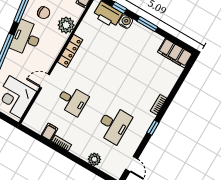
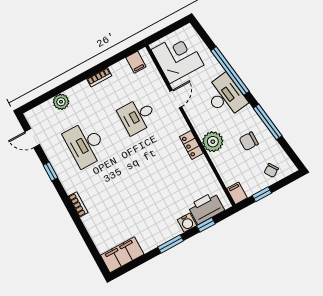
plant: (66, 25) -> (213, 142), moved
desk: (26, 38) -> (225, 96), moved
locker: (70, 51) -> (191, 145), width x0.66
window: (153, 128) -> (51, 172), moved
filing cabinet: (50, 132) -> (136, 62), moved

